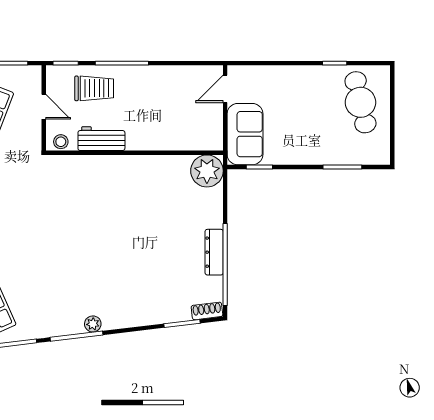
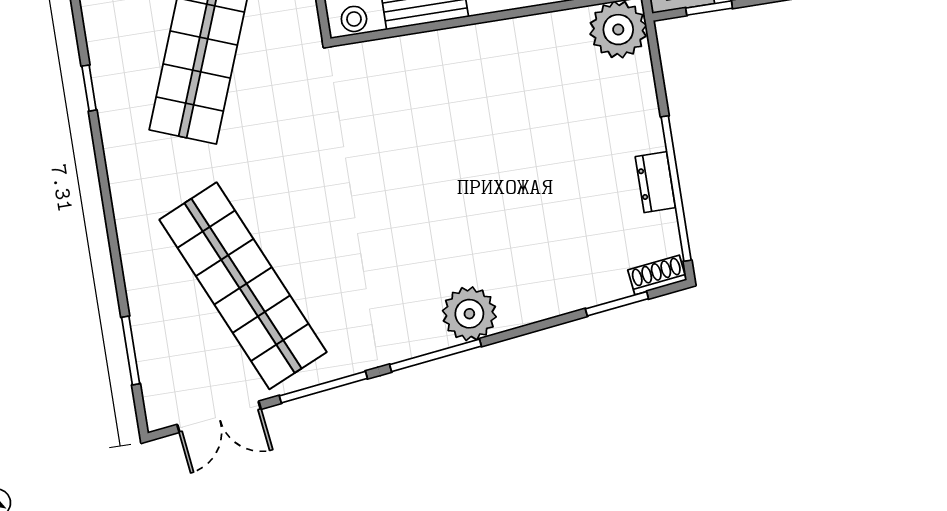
dresser: (214, 252) -> (655, 182), width x0.70
plant: (93, 324) -> (469, 314), width x1.88, depth x1.88

